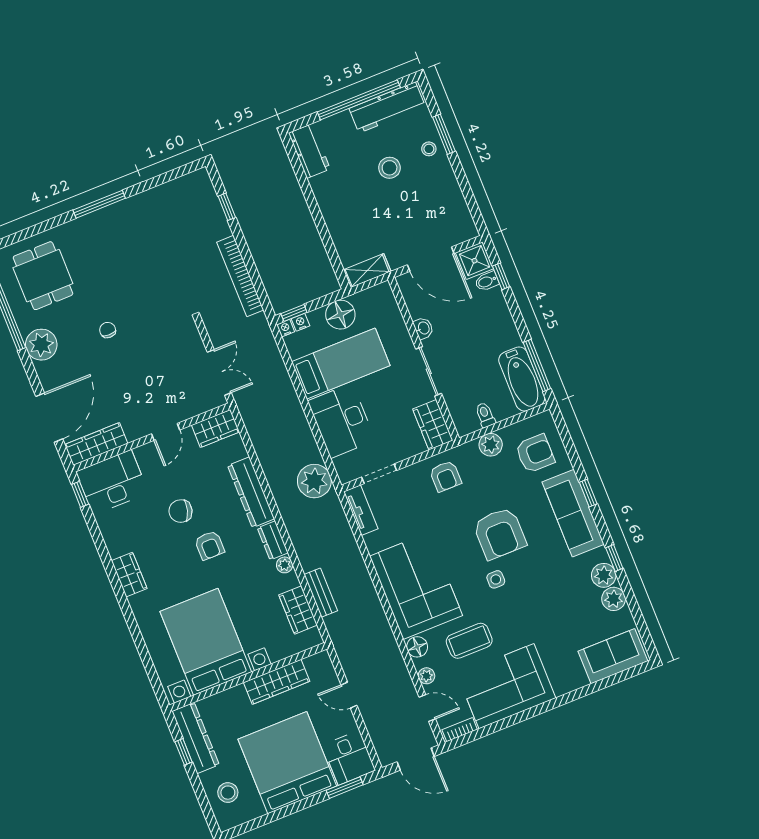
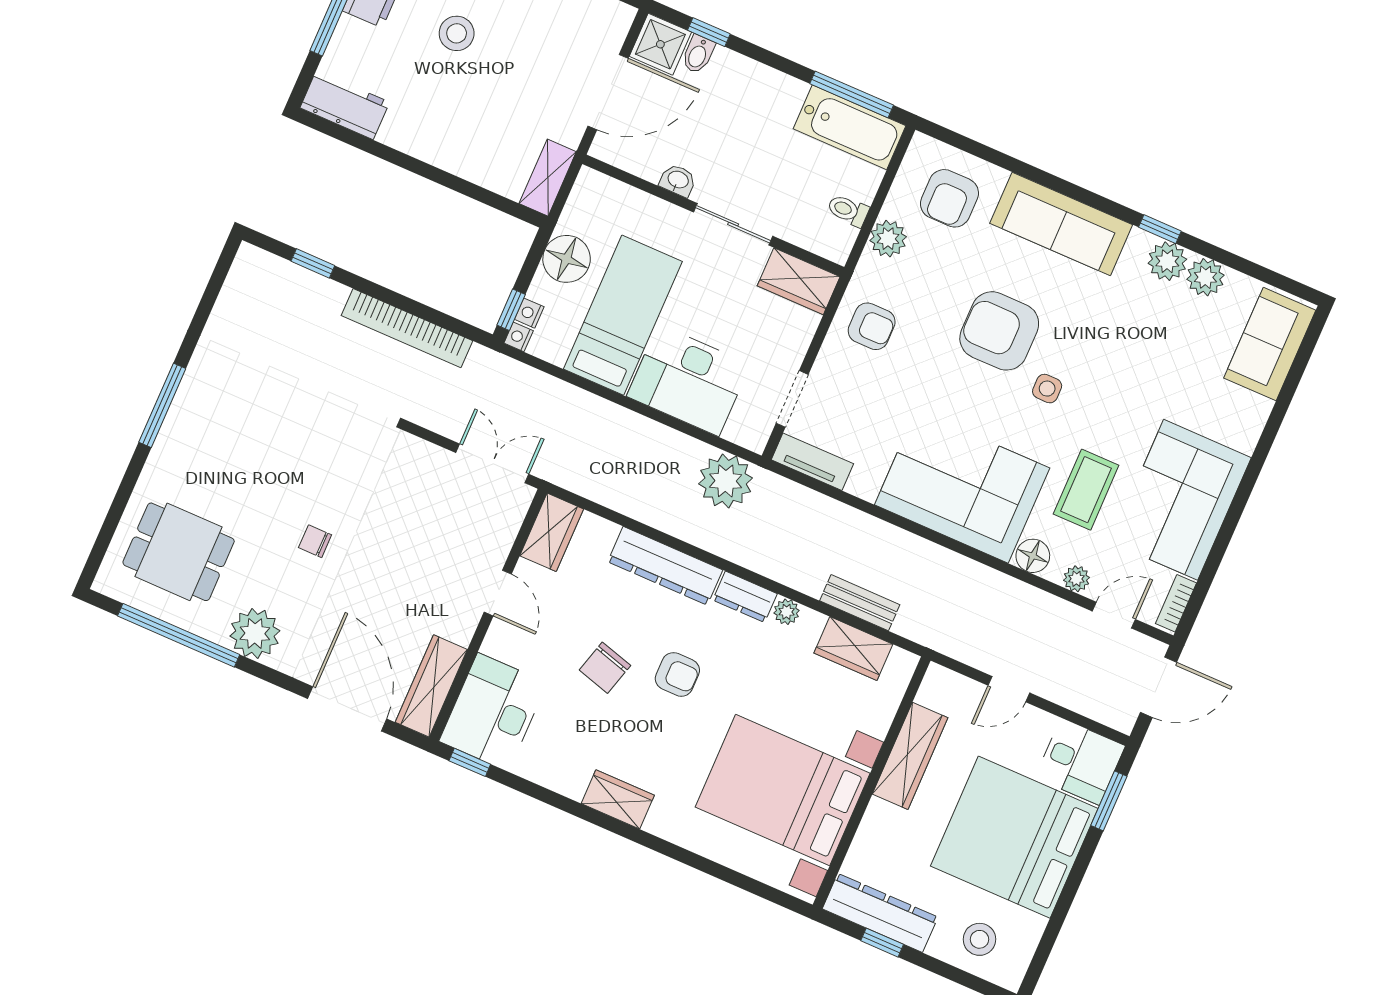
armchair: (535, 454) -> (949, 198), turned 180
window: (588, 493) -> (1056, 184), removed
armchair: (500, 533) -> (999, 331), turned 180

